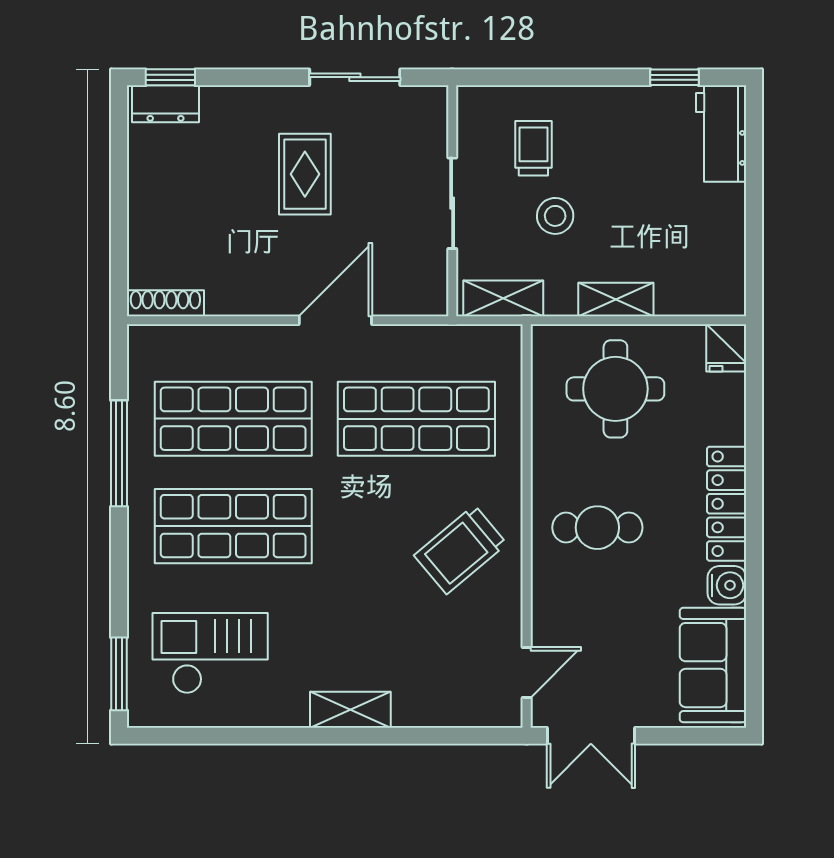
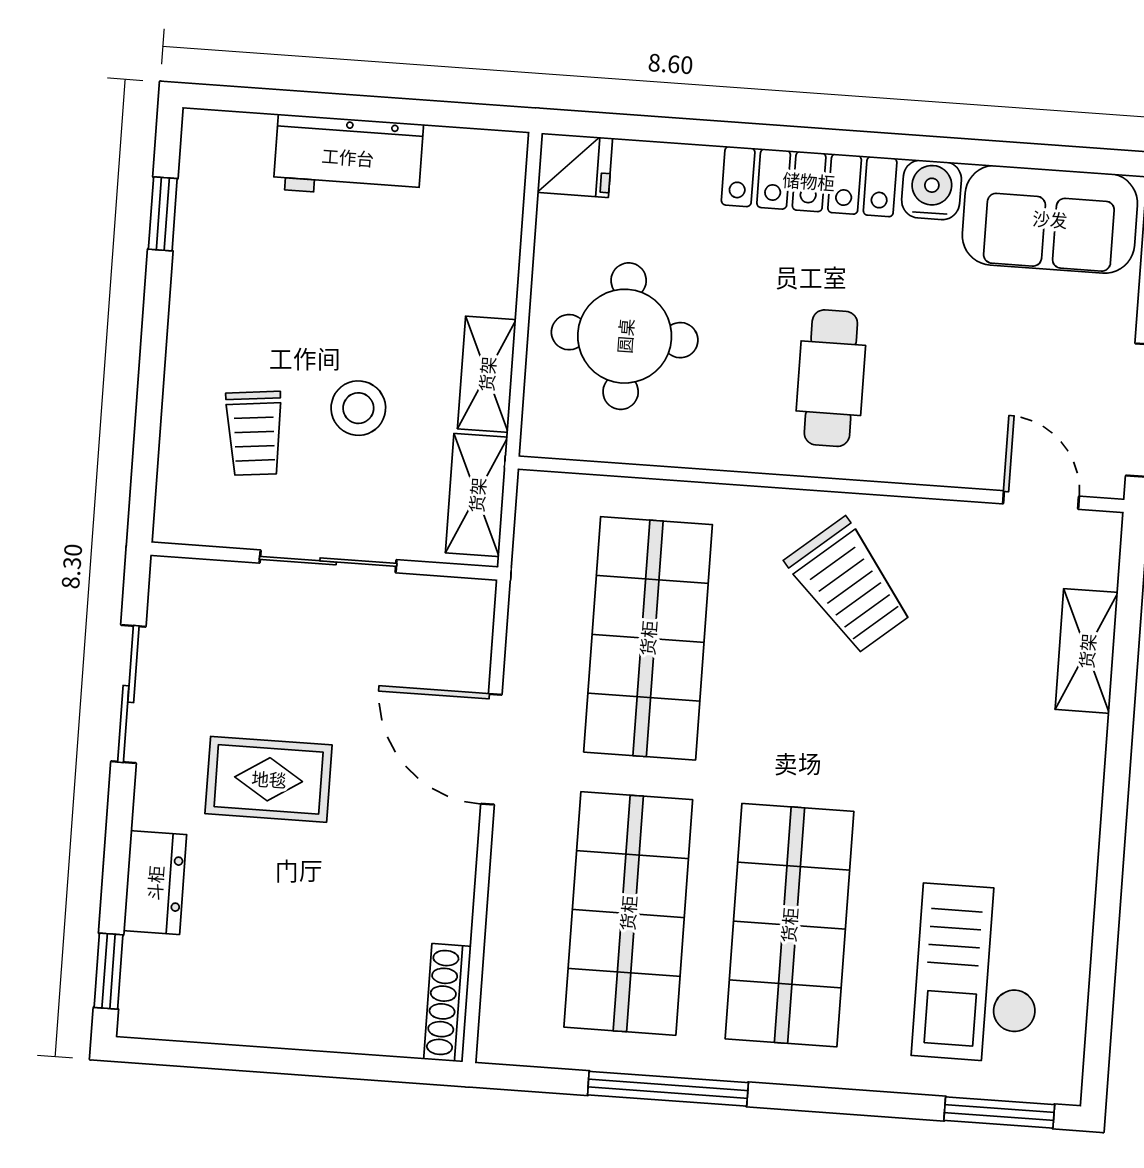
dresser: (166, 104) -> (155, 883), moved
workbench: (721, 133) -> (348, 157), moved
trolley: (533, 148) -> (254, 433), turned -96
shelving: (616, 299) -> (487, 374), moved
shelving: (350, 710) -> (1087, 651), moved

